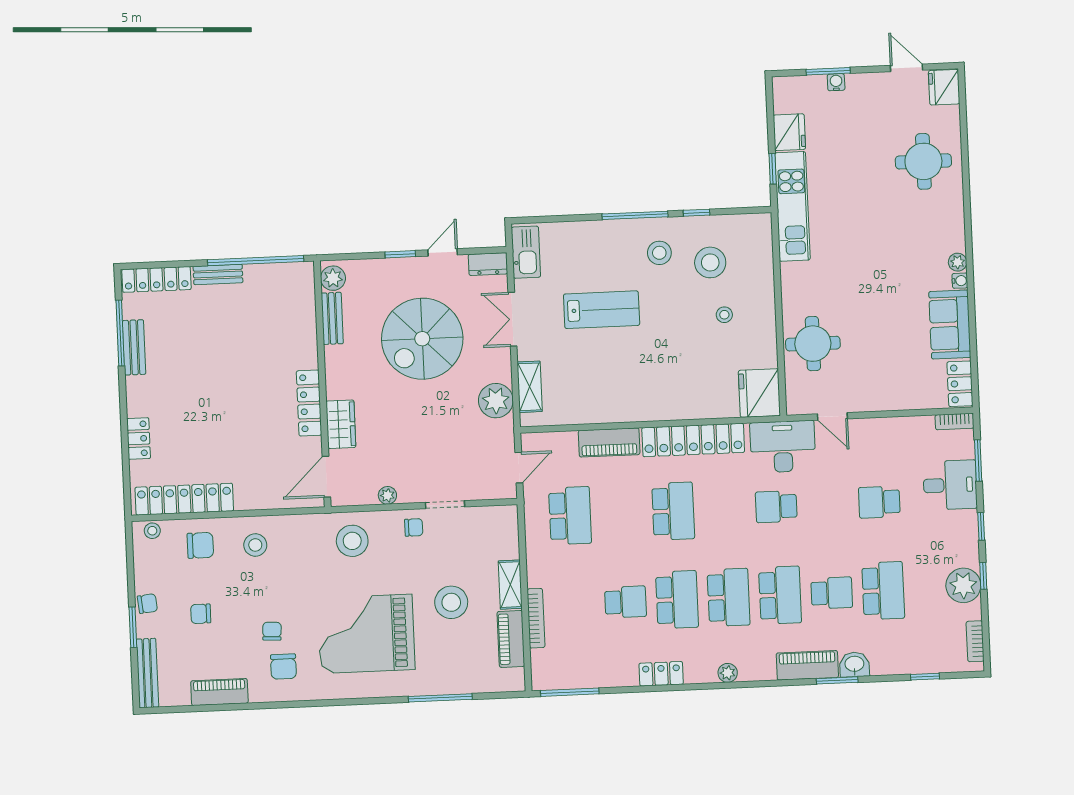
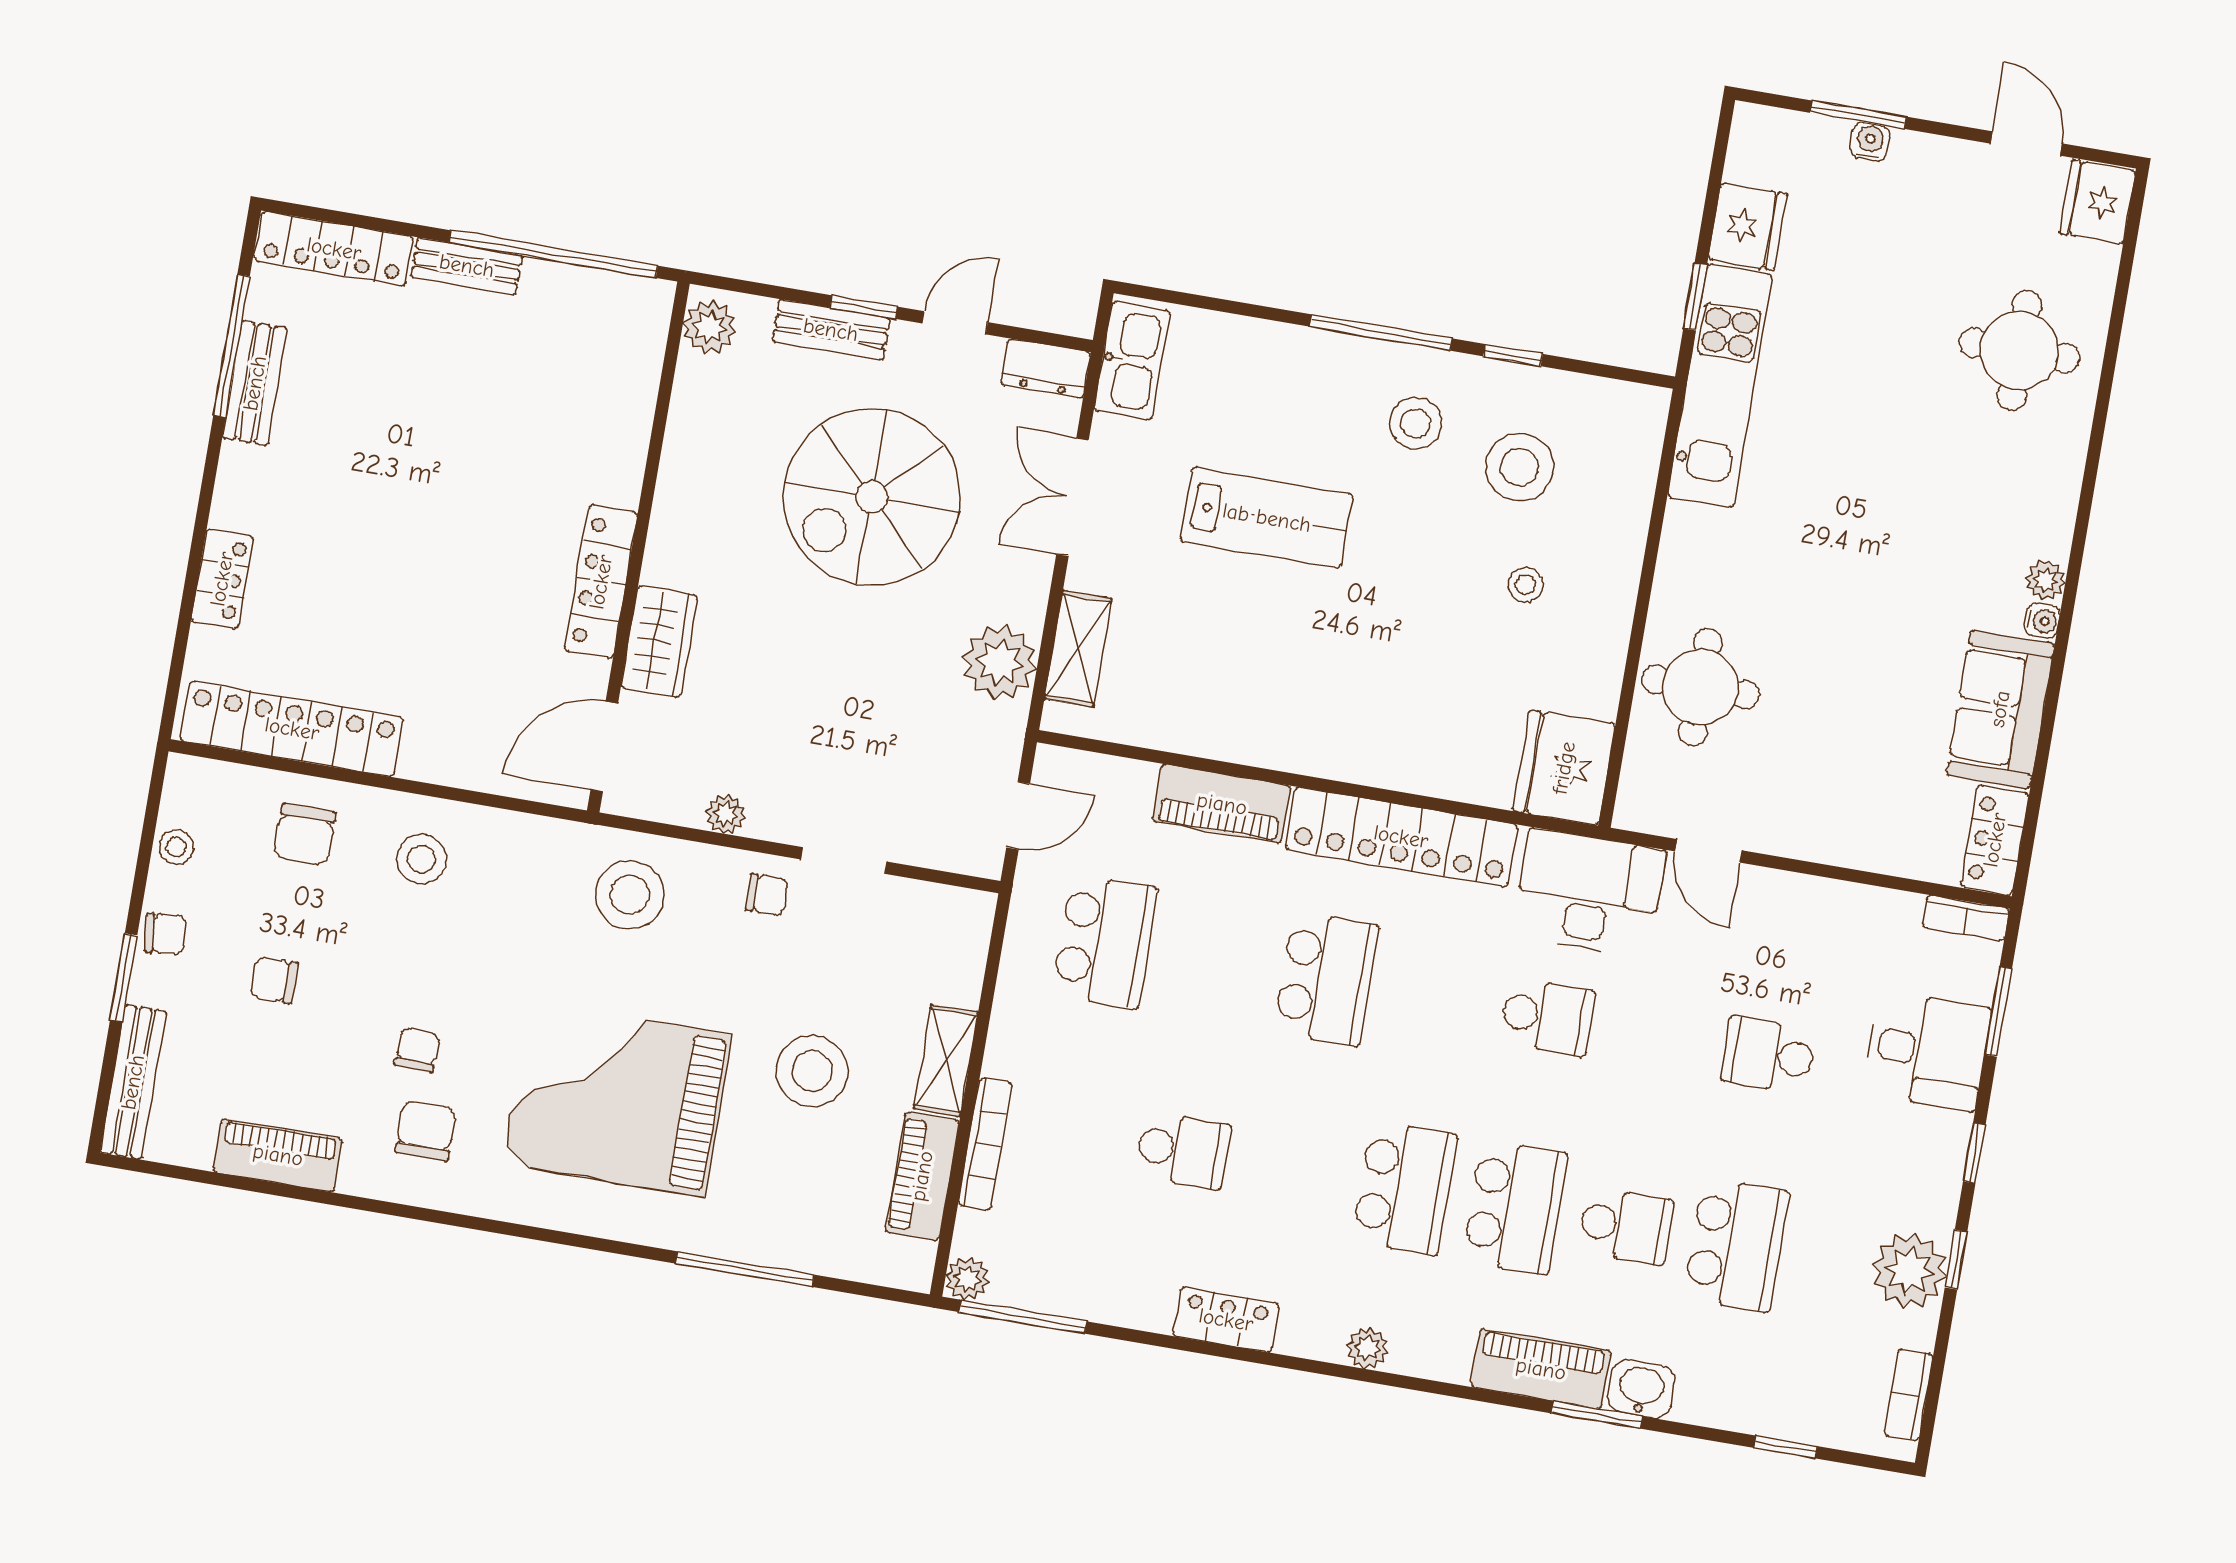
bench: (332, 318) -> (831, 330), moved, turned 90
school desk: (776, 507) -> (1547, 1017), turned 180
stool: (152, 531) -> (176, 847), moved
chair: (200, 545) -> (305, 835), turned 90
school desk: (677, 600) -> (1294, 1169), removed
chair: (283, 667) -> (426, 1131), turned 180
plant: (541, 680) -> (967, 1279), added

